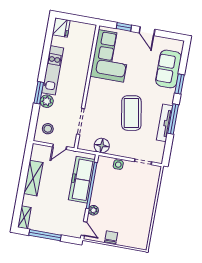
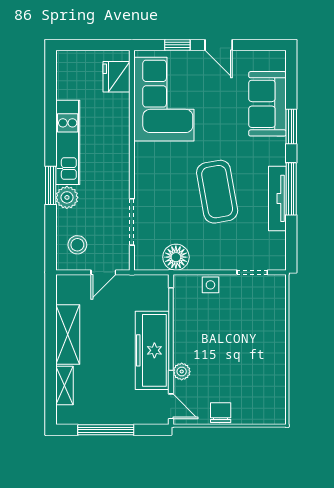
fridge: (61, 28) -> (117, 77), moved, turned 180
freezer: (82, 180) -> (152, 350), moved
shelving: (24, 217) -> (64, 386), moved

